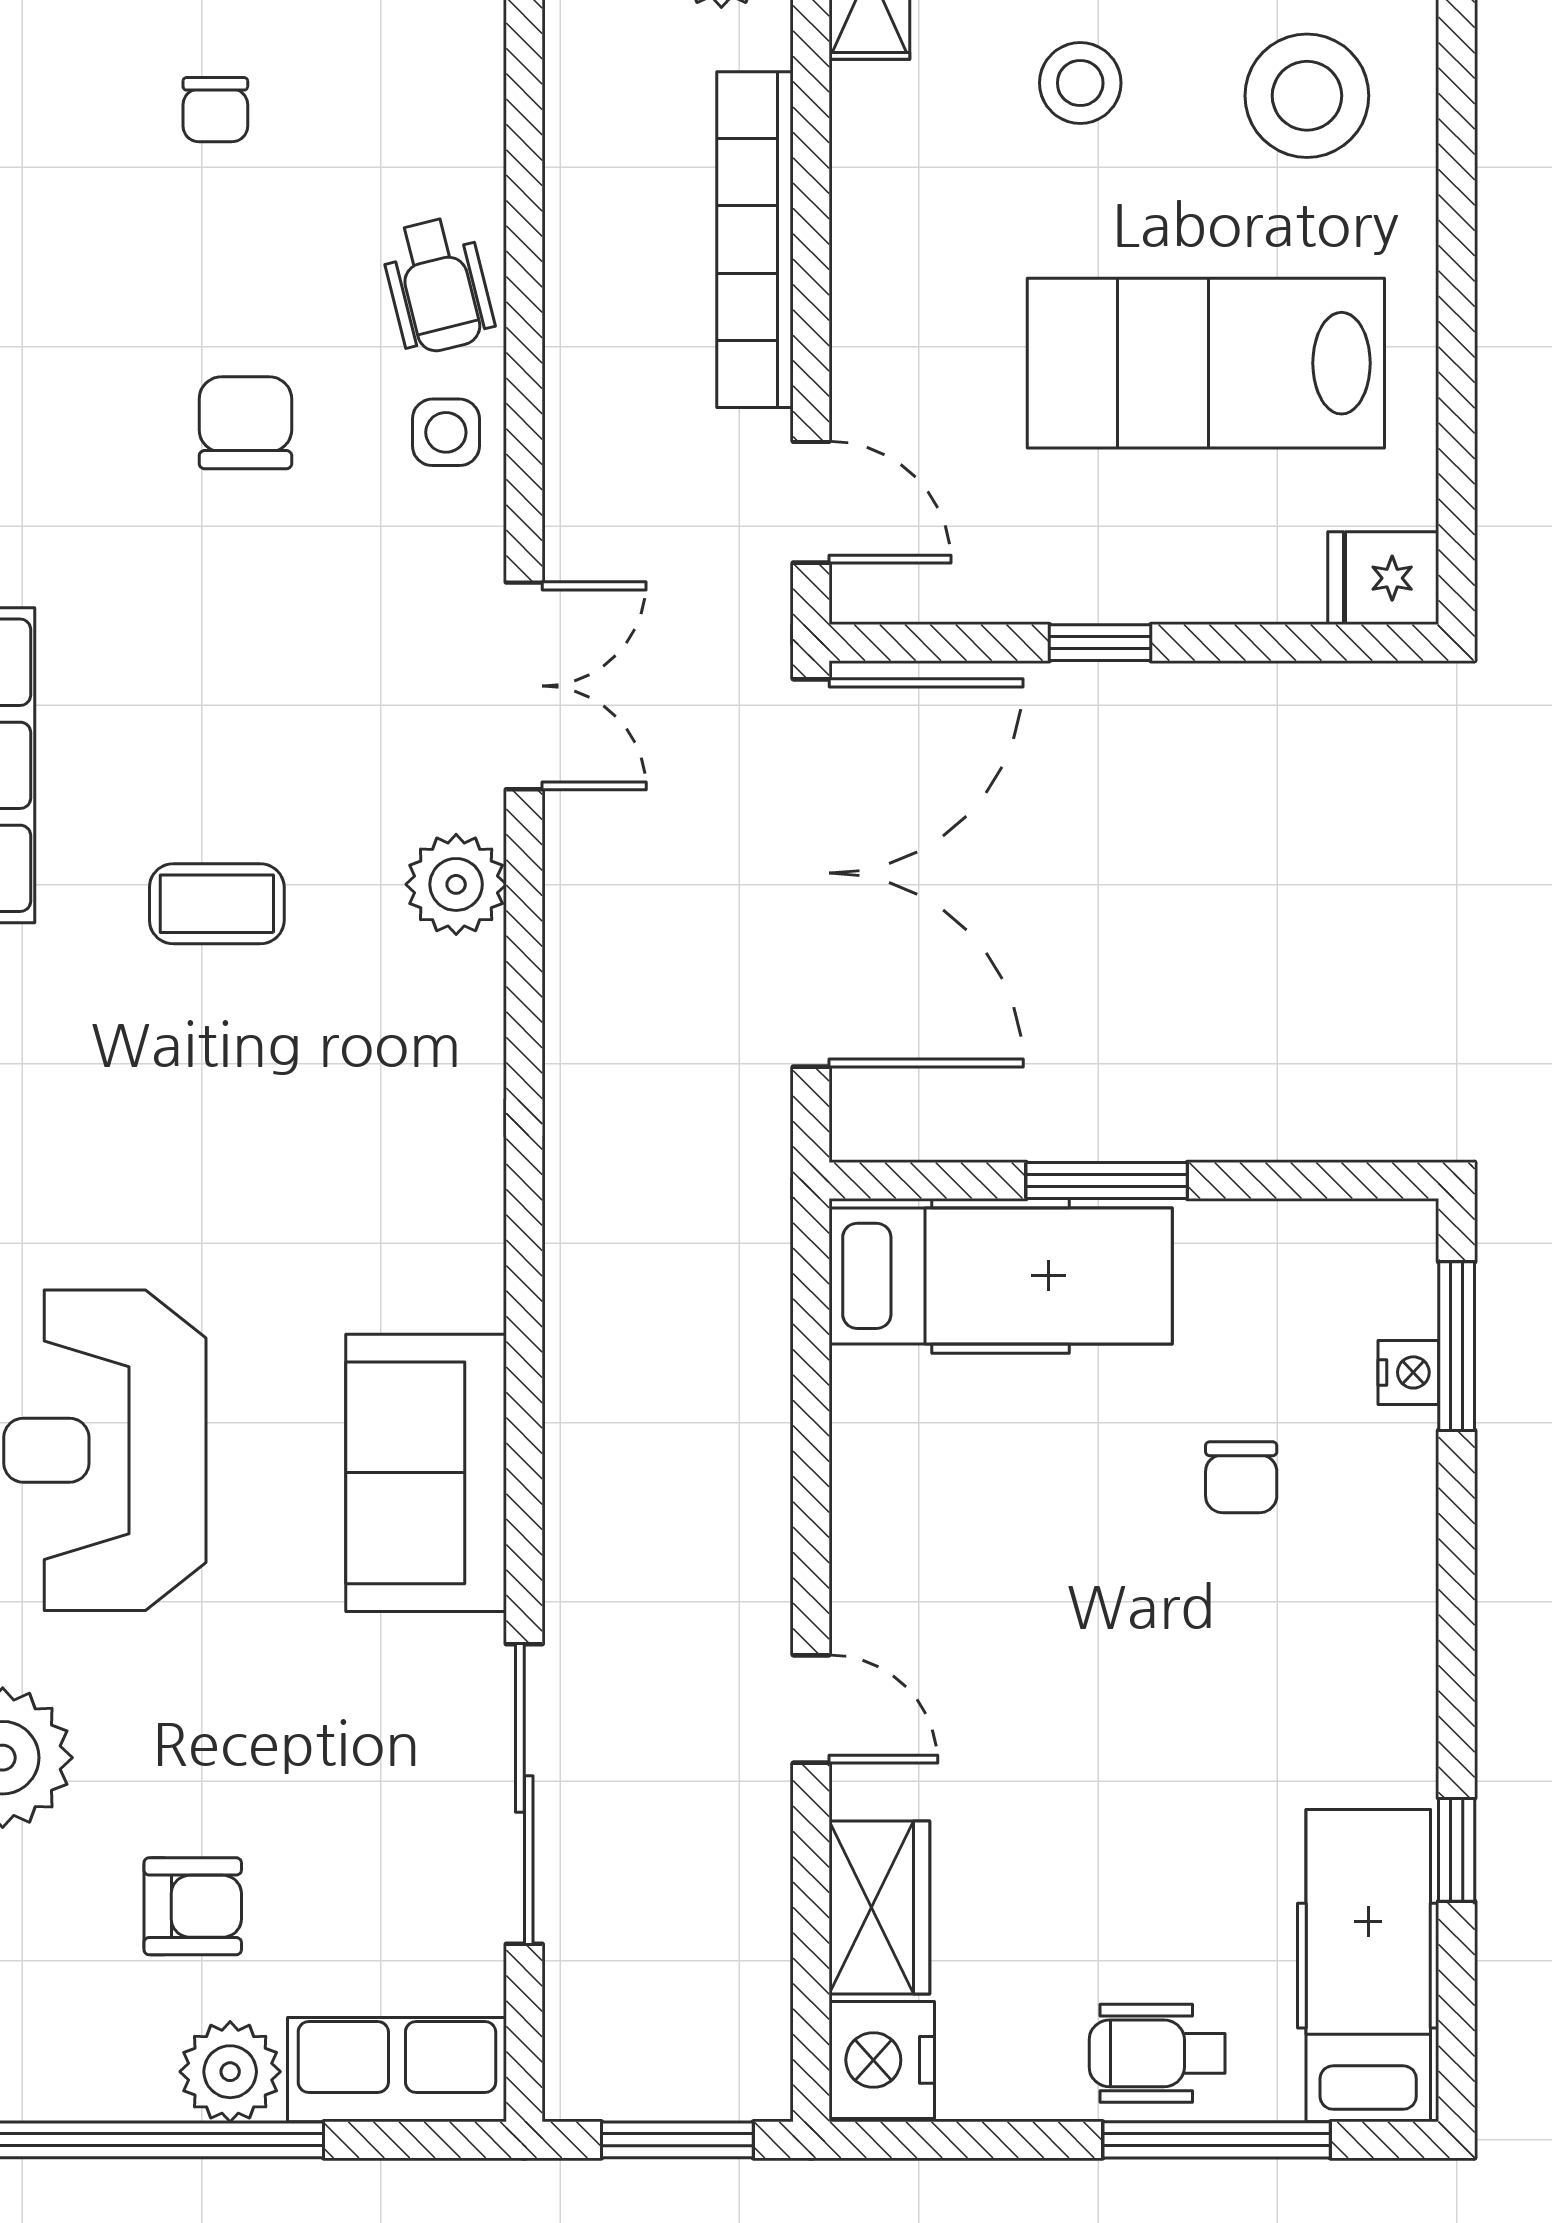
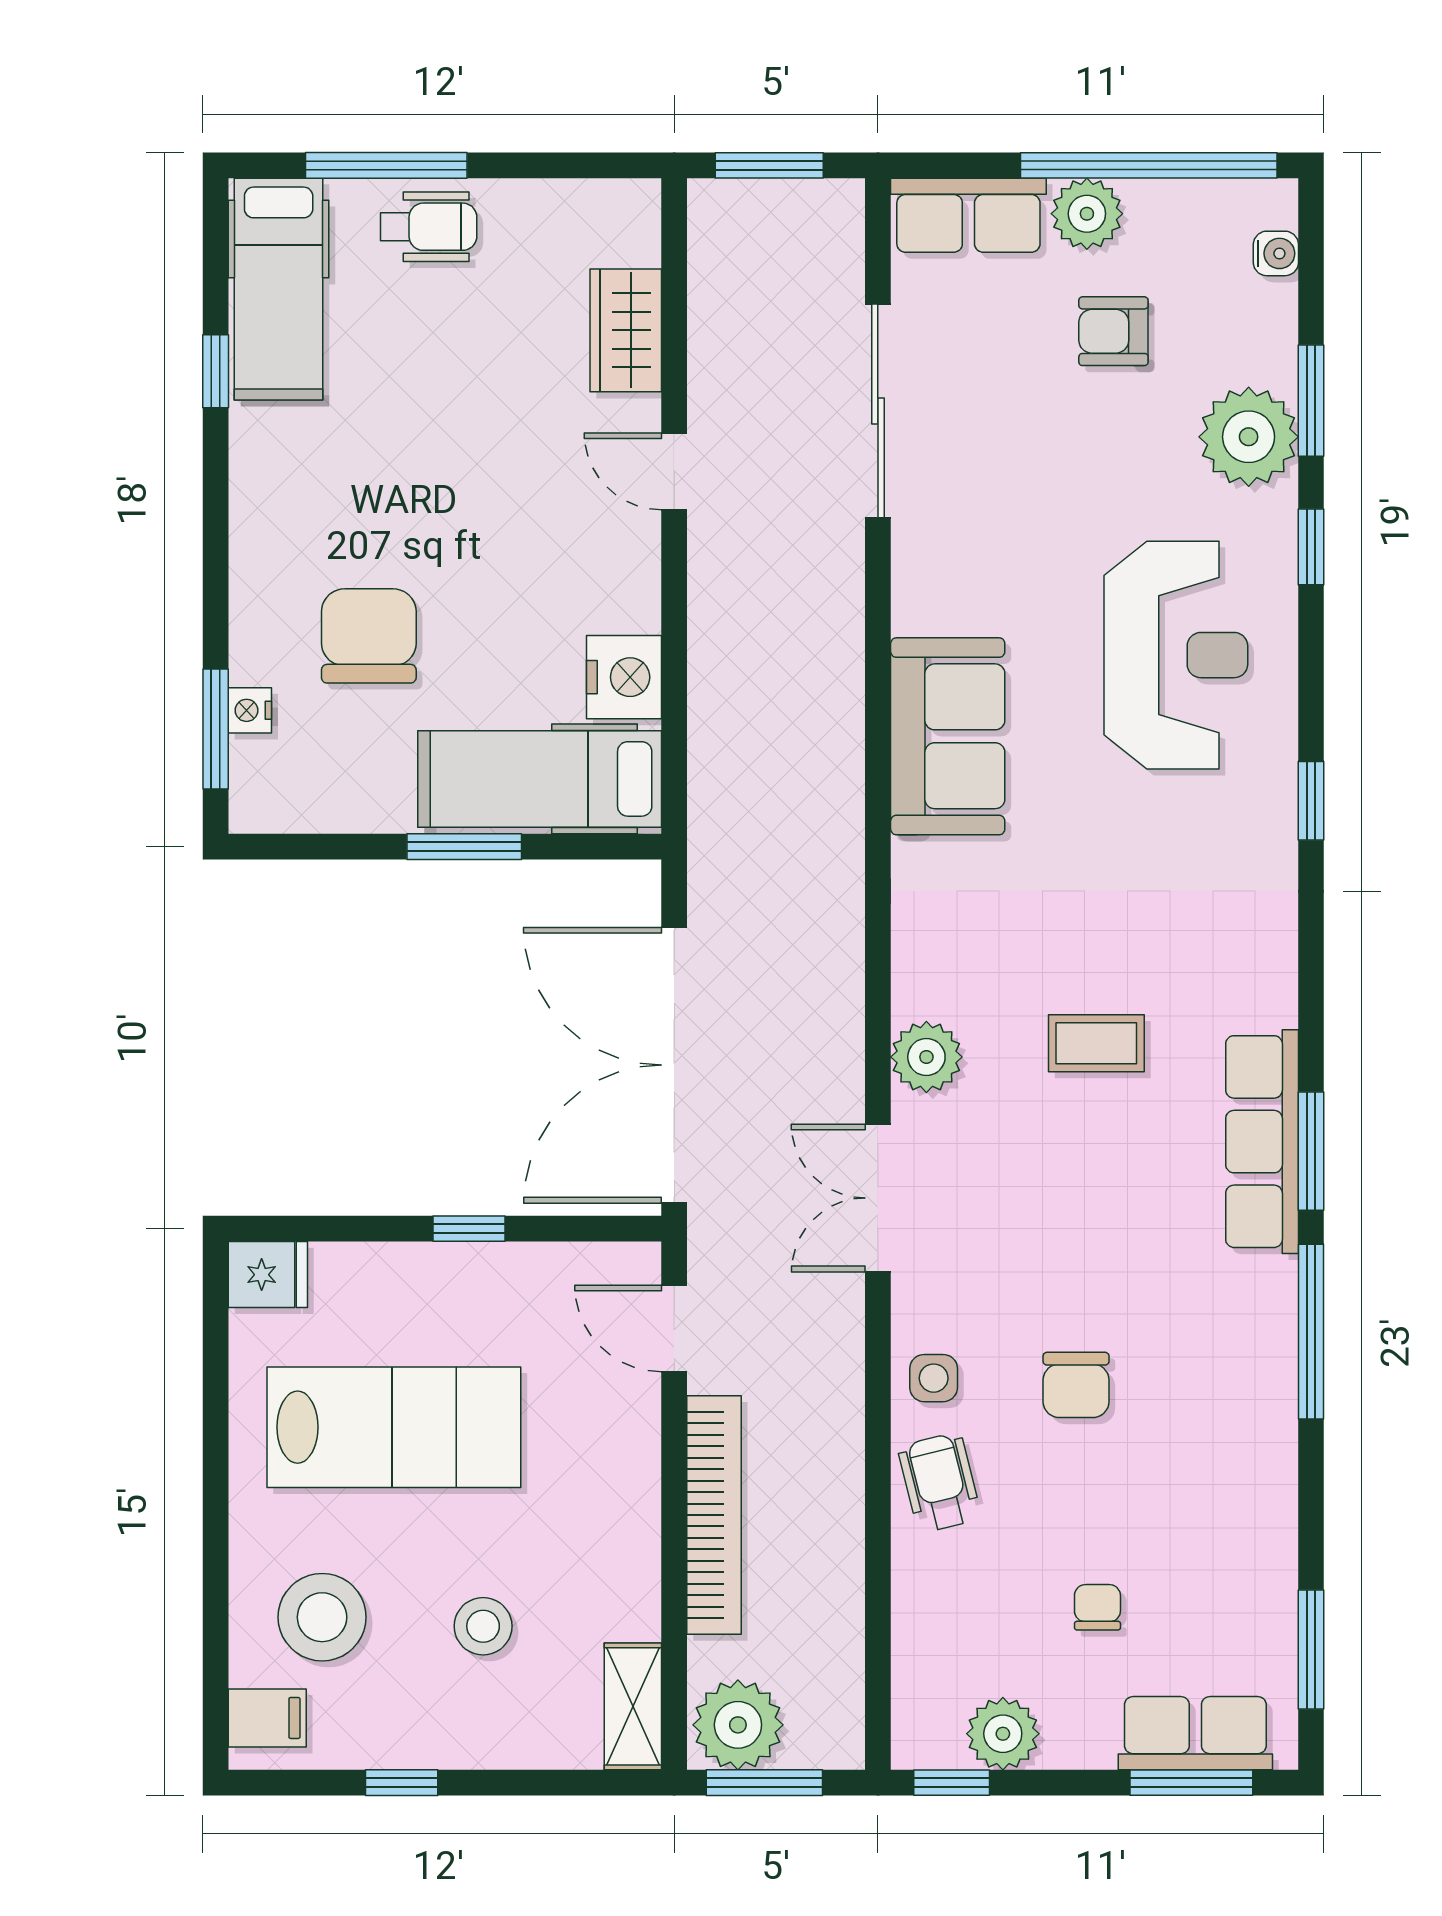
sofa: (426, 1473) -> (948, 736), moved
chair: (1241, 1477) -> (369, 636), width x1.87, depth x1.87
nightstand: (882, 2060) -> (624, 677), moved

